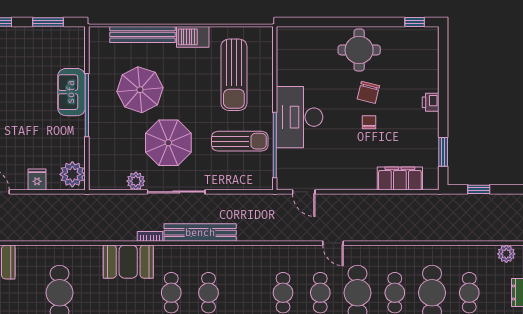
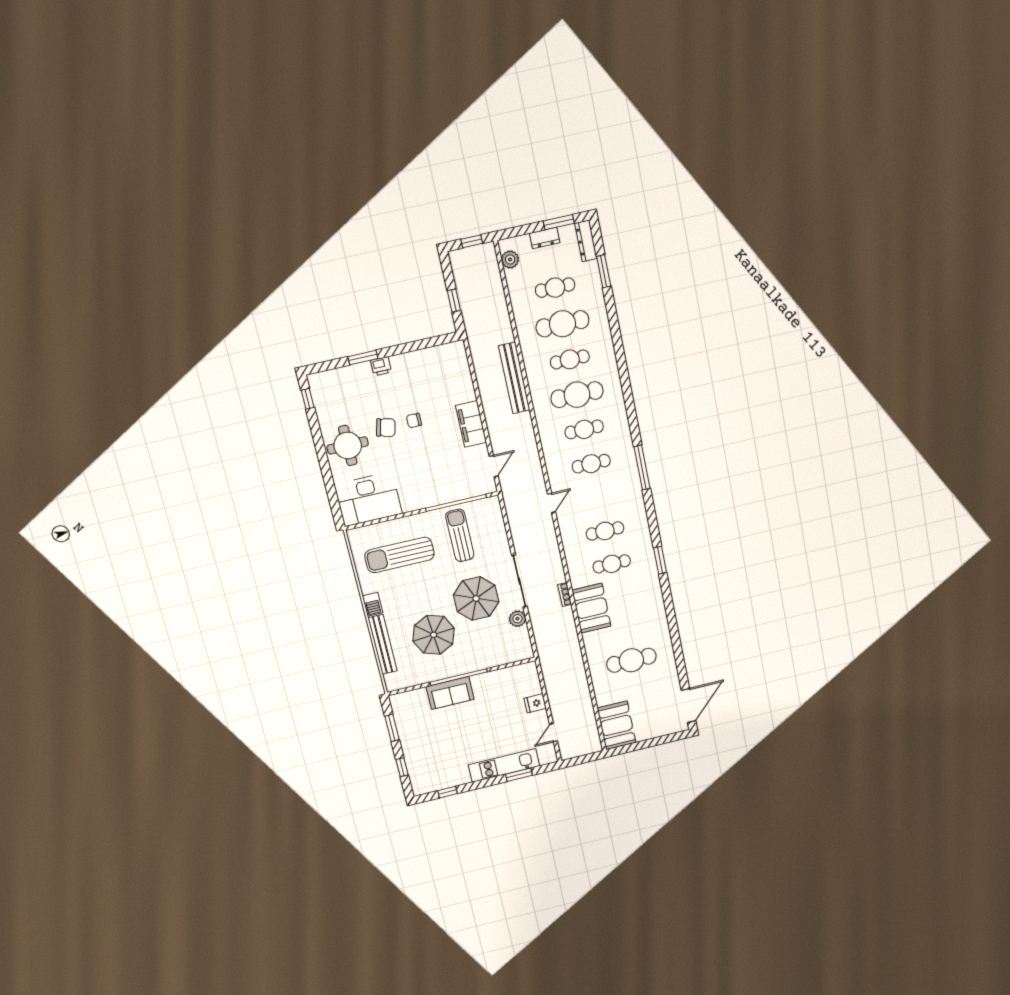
barbecue: (193, 37) -> (373, 604), width x0.73, depth x0.79
sun lounger: (234, 75) -> (400, 555), turned 180
desk: (300, 117) -> (368, 499), moved
window: (443, 152) -> (363, 358), moved
plant: (72, 174) -> (524, 675), removed
filing cabinet: (400, 179) -> (471, 424), moved
bench: (200, 233) -> (514, 378), moved
door: (333, 243) -> (552, 503), moved

